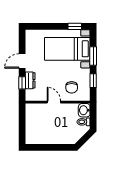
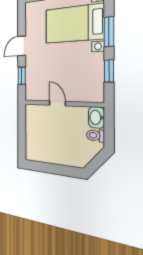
dresser: (30, 80) -> (30, 72), removed
chair: (72, 87) -> (80, 82), removed

